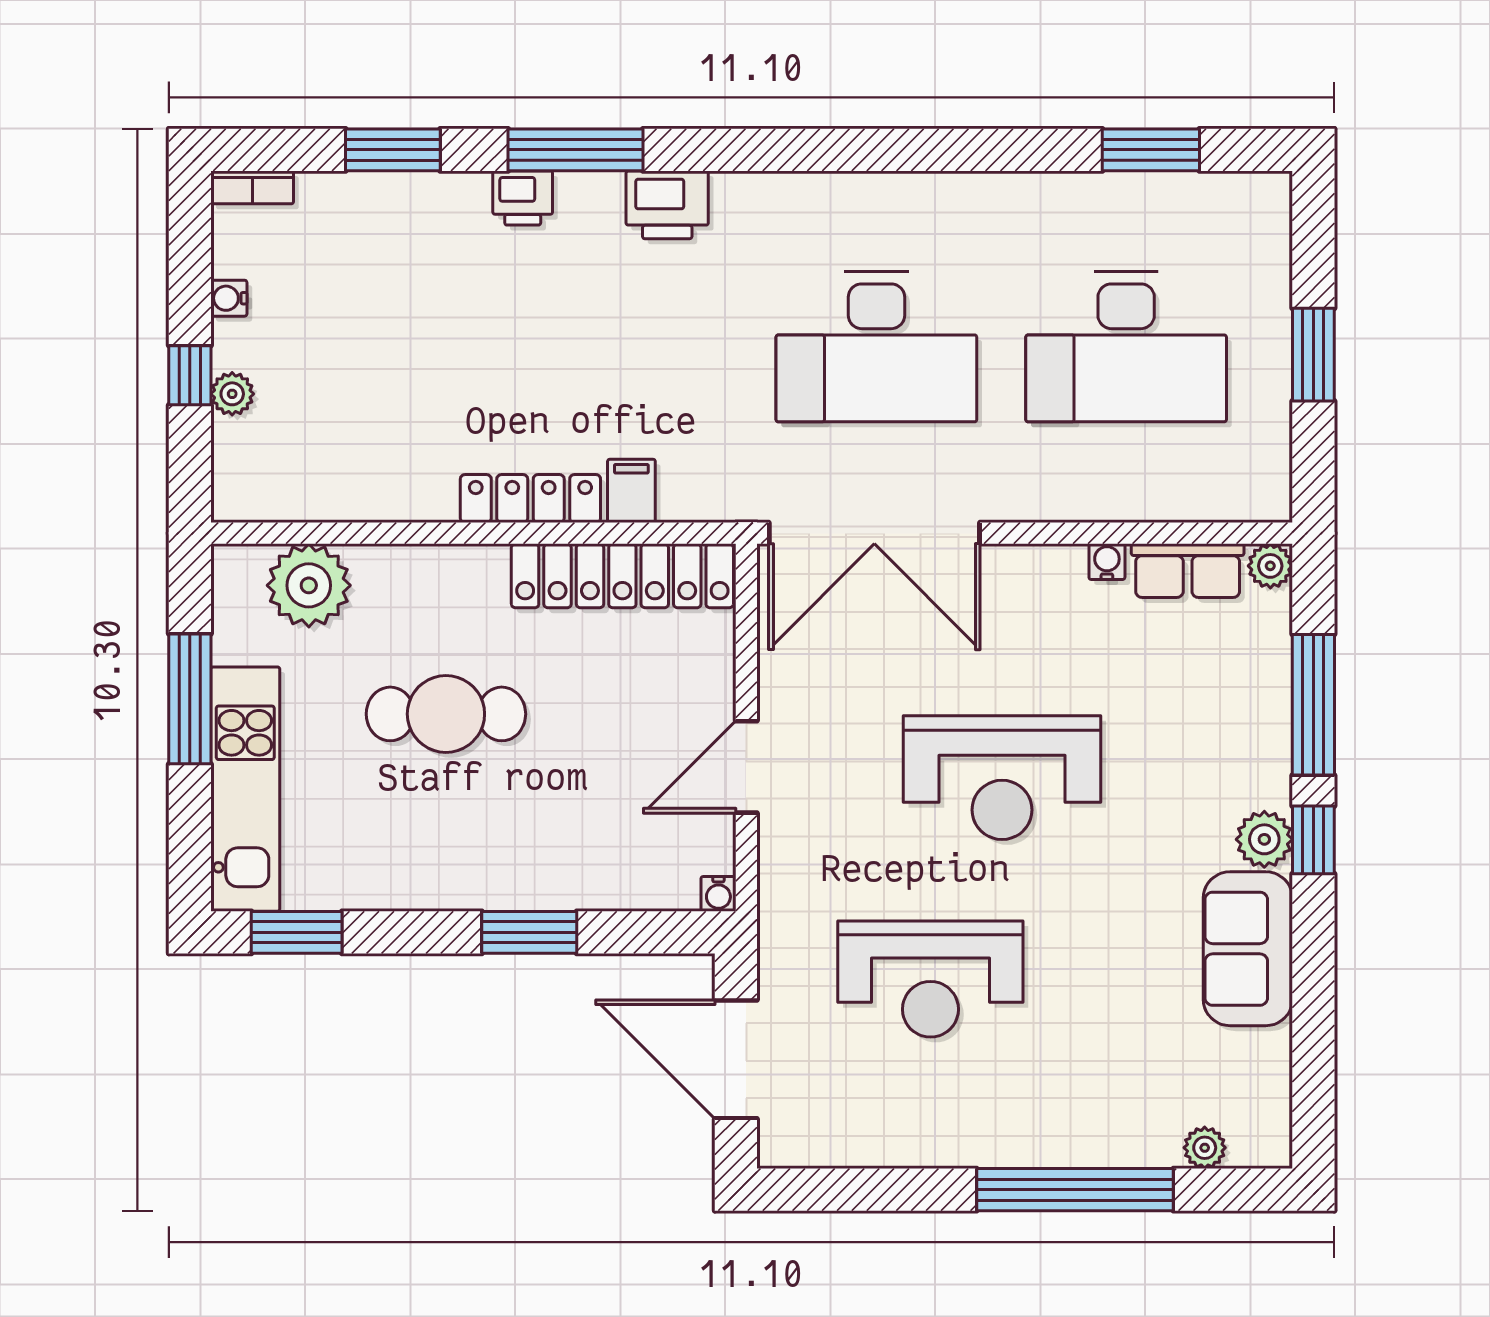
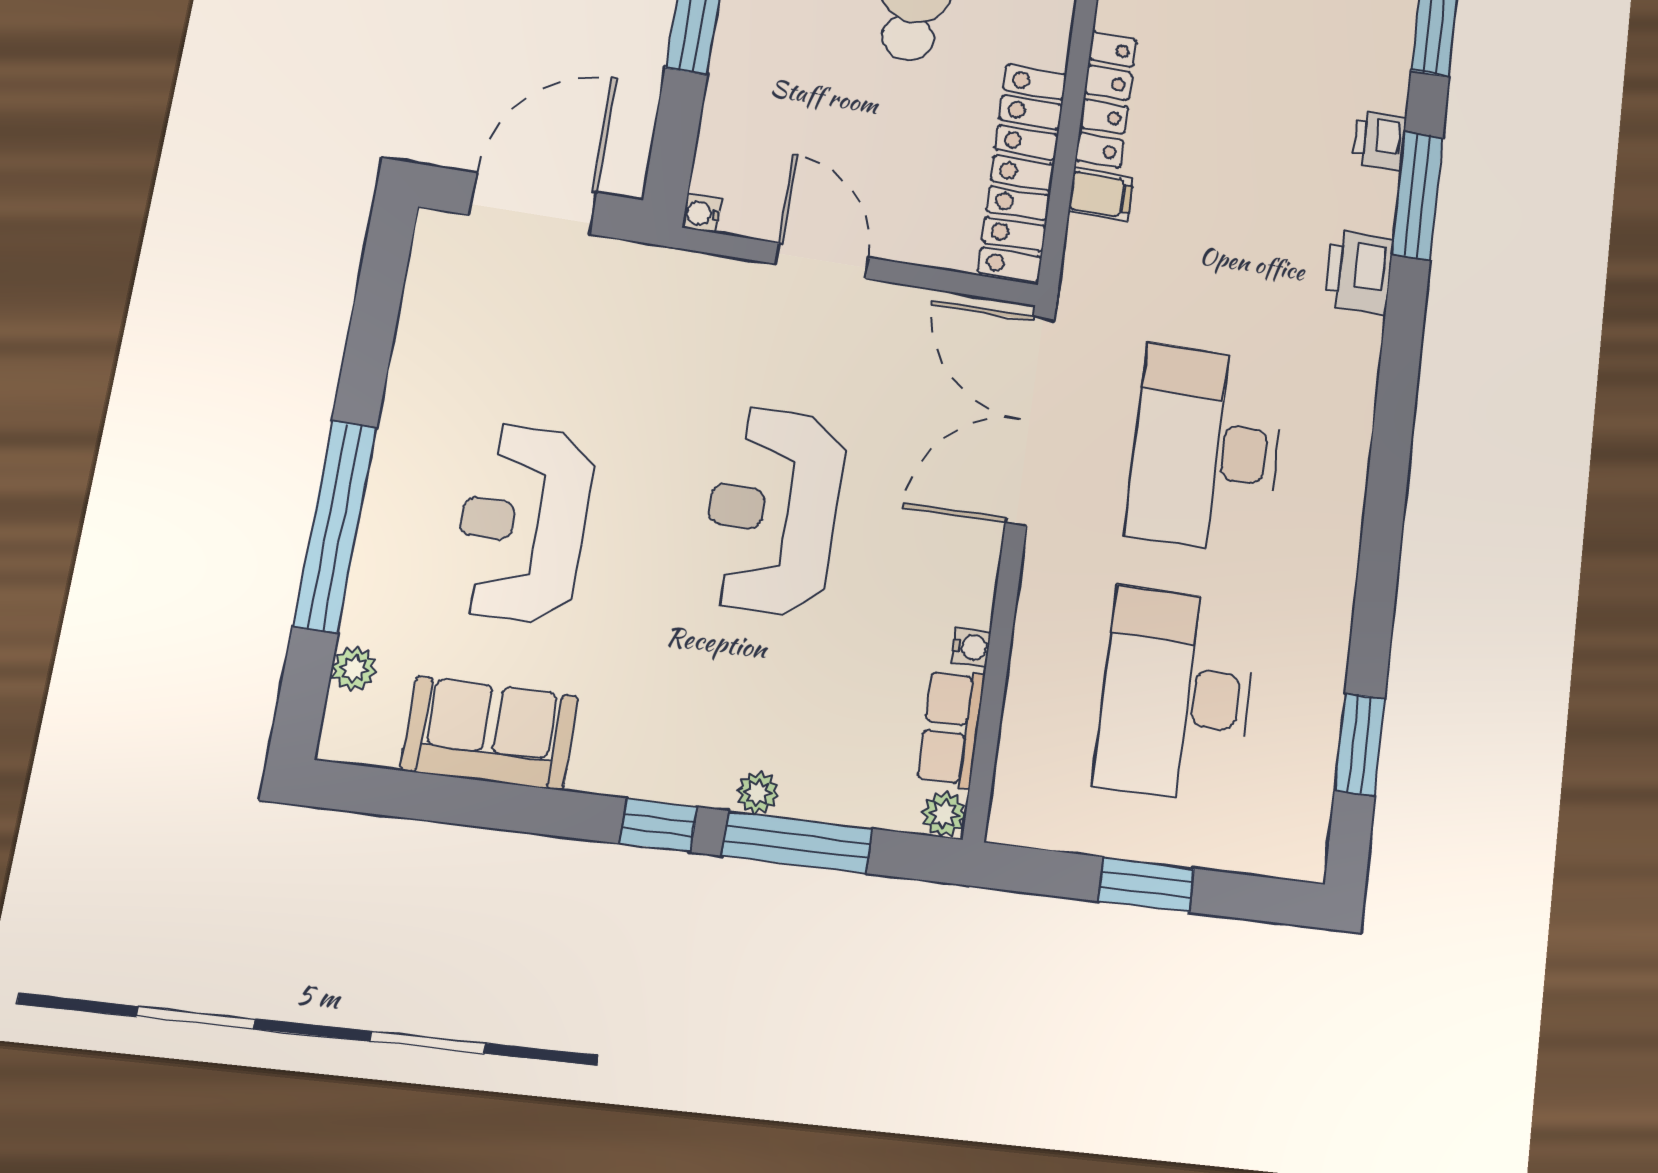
plant: (1264, 839) -> (758, 793), moved, width x0.73, depth x0.73
sofa: (1248, 949) -> (490, 733), moved
reception desk: (930, 979) -> (523, 523), moved

